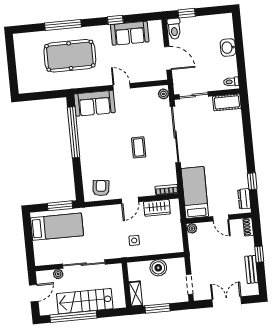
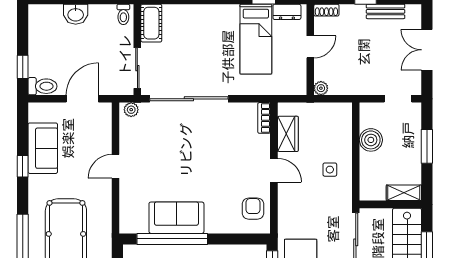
sofa: (95, 103) -> (176, 218), moved, turned -90
coffee table: (139, 147) -> (202, 151), removed
armchair: (101, 188) -> (253, 209), turned 83
bed: (195, 192) -> (256, 39), moved, turned -90
wall: (126, 285) -> (390, 204), moved
shelving: (136, 294) -> (404, 193), moved

